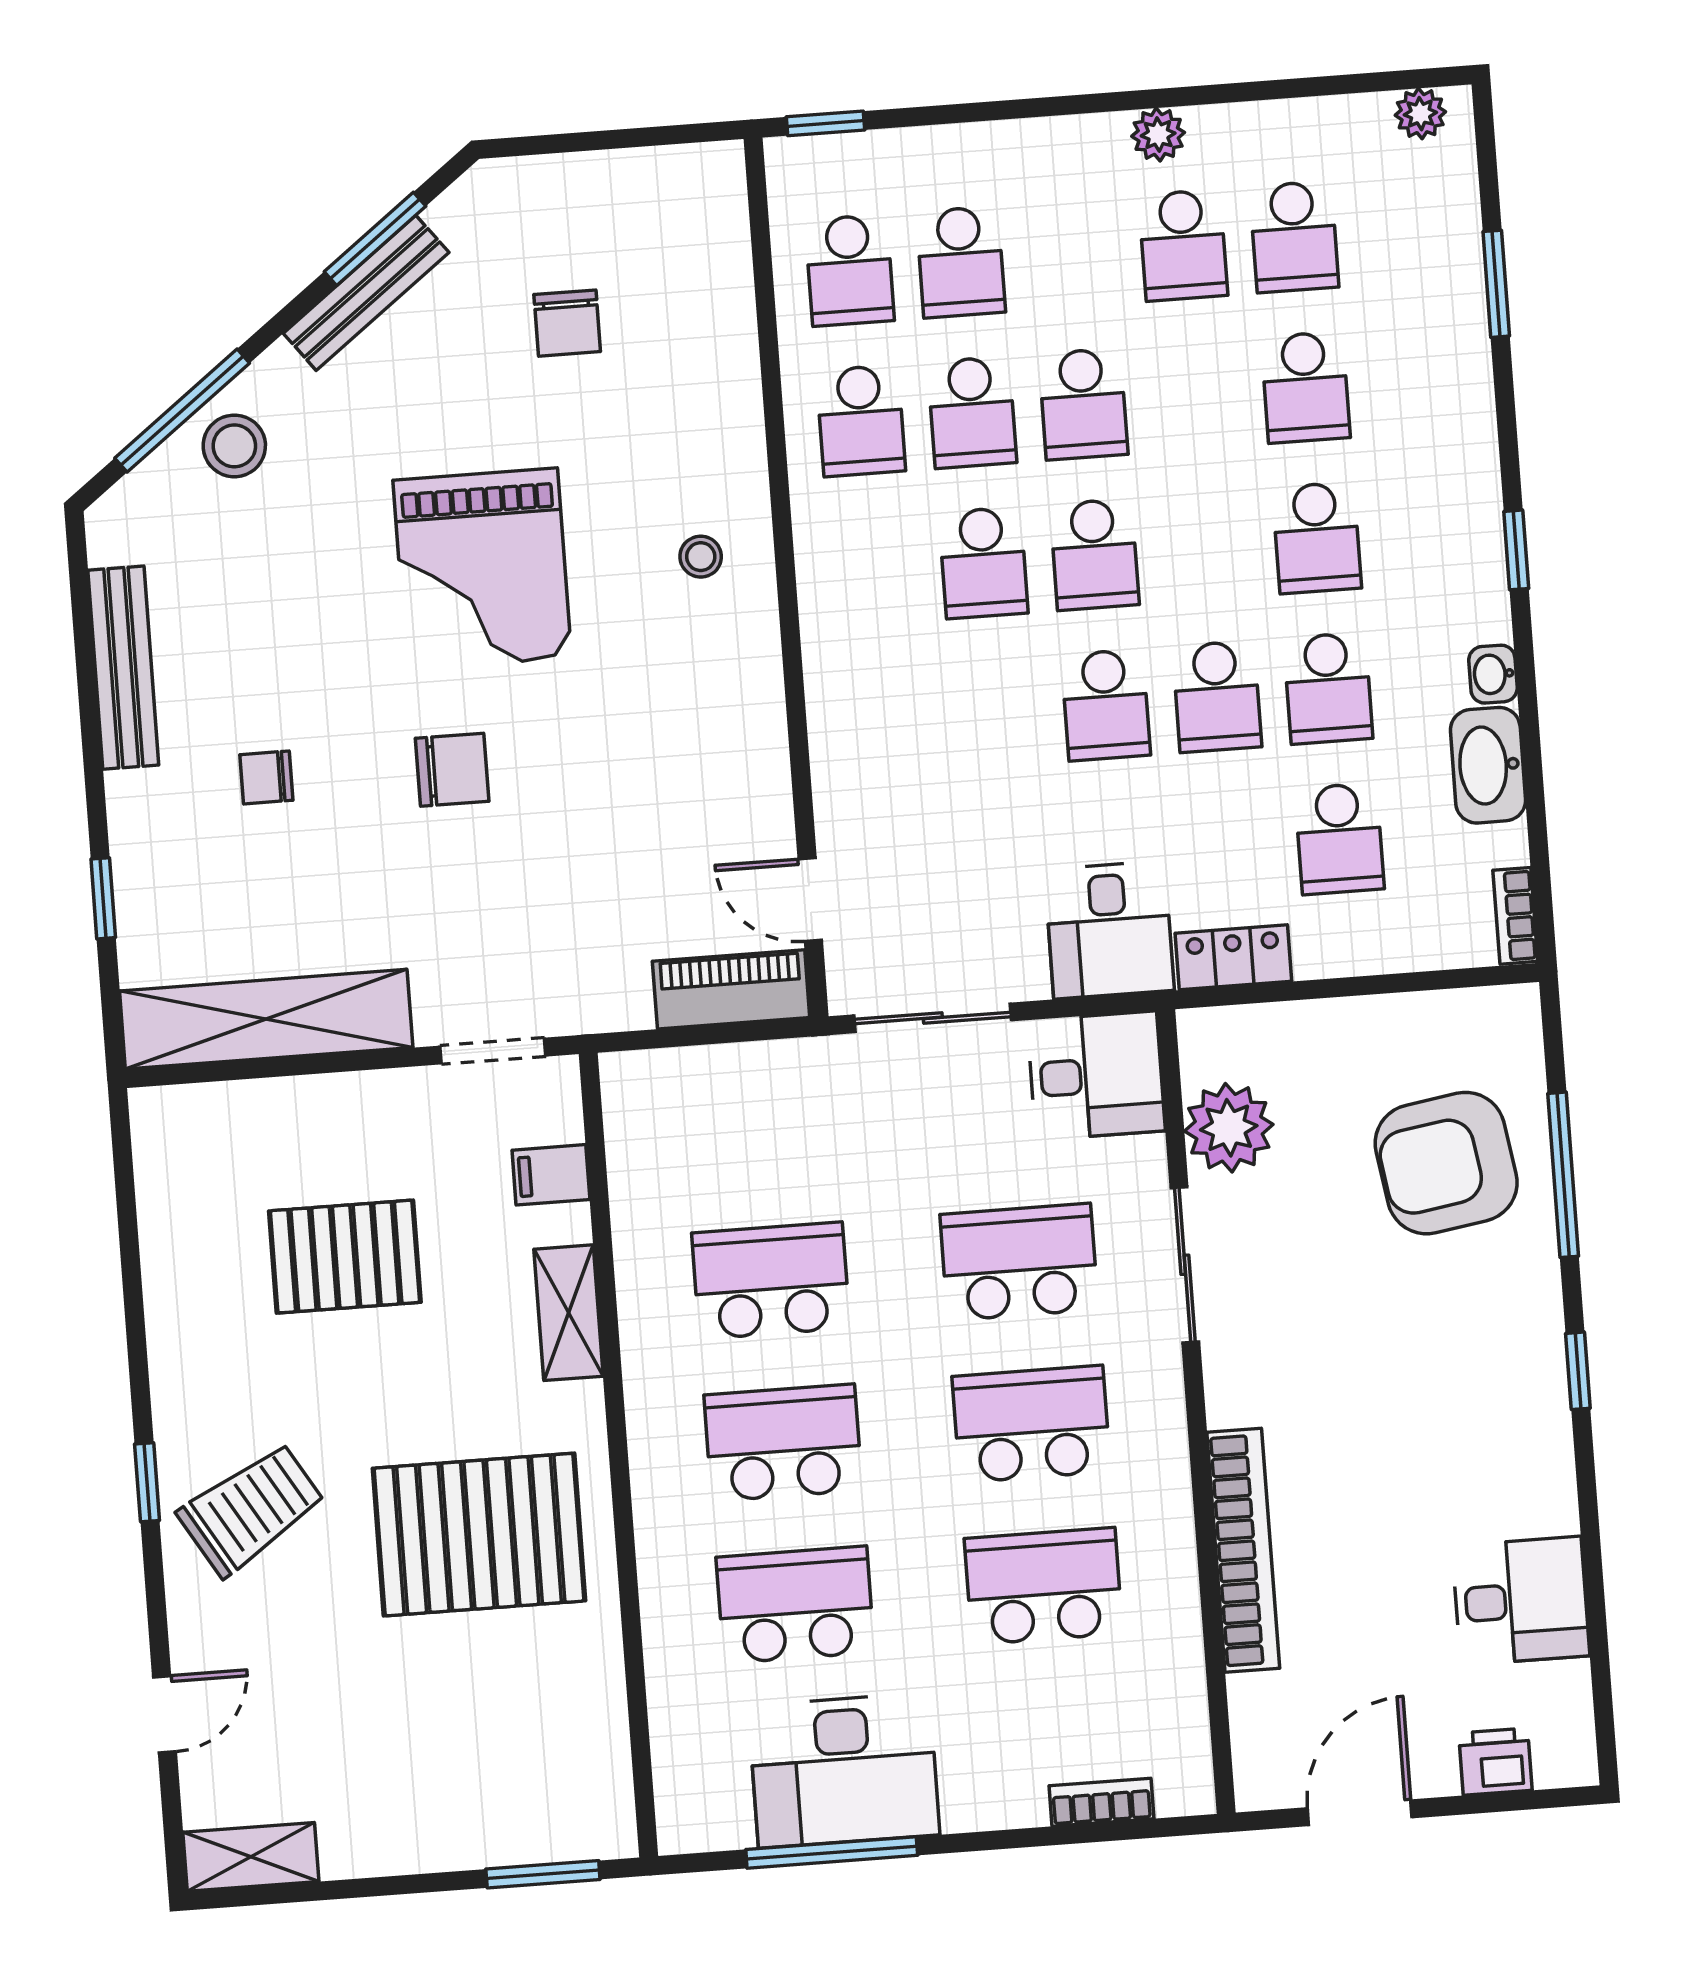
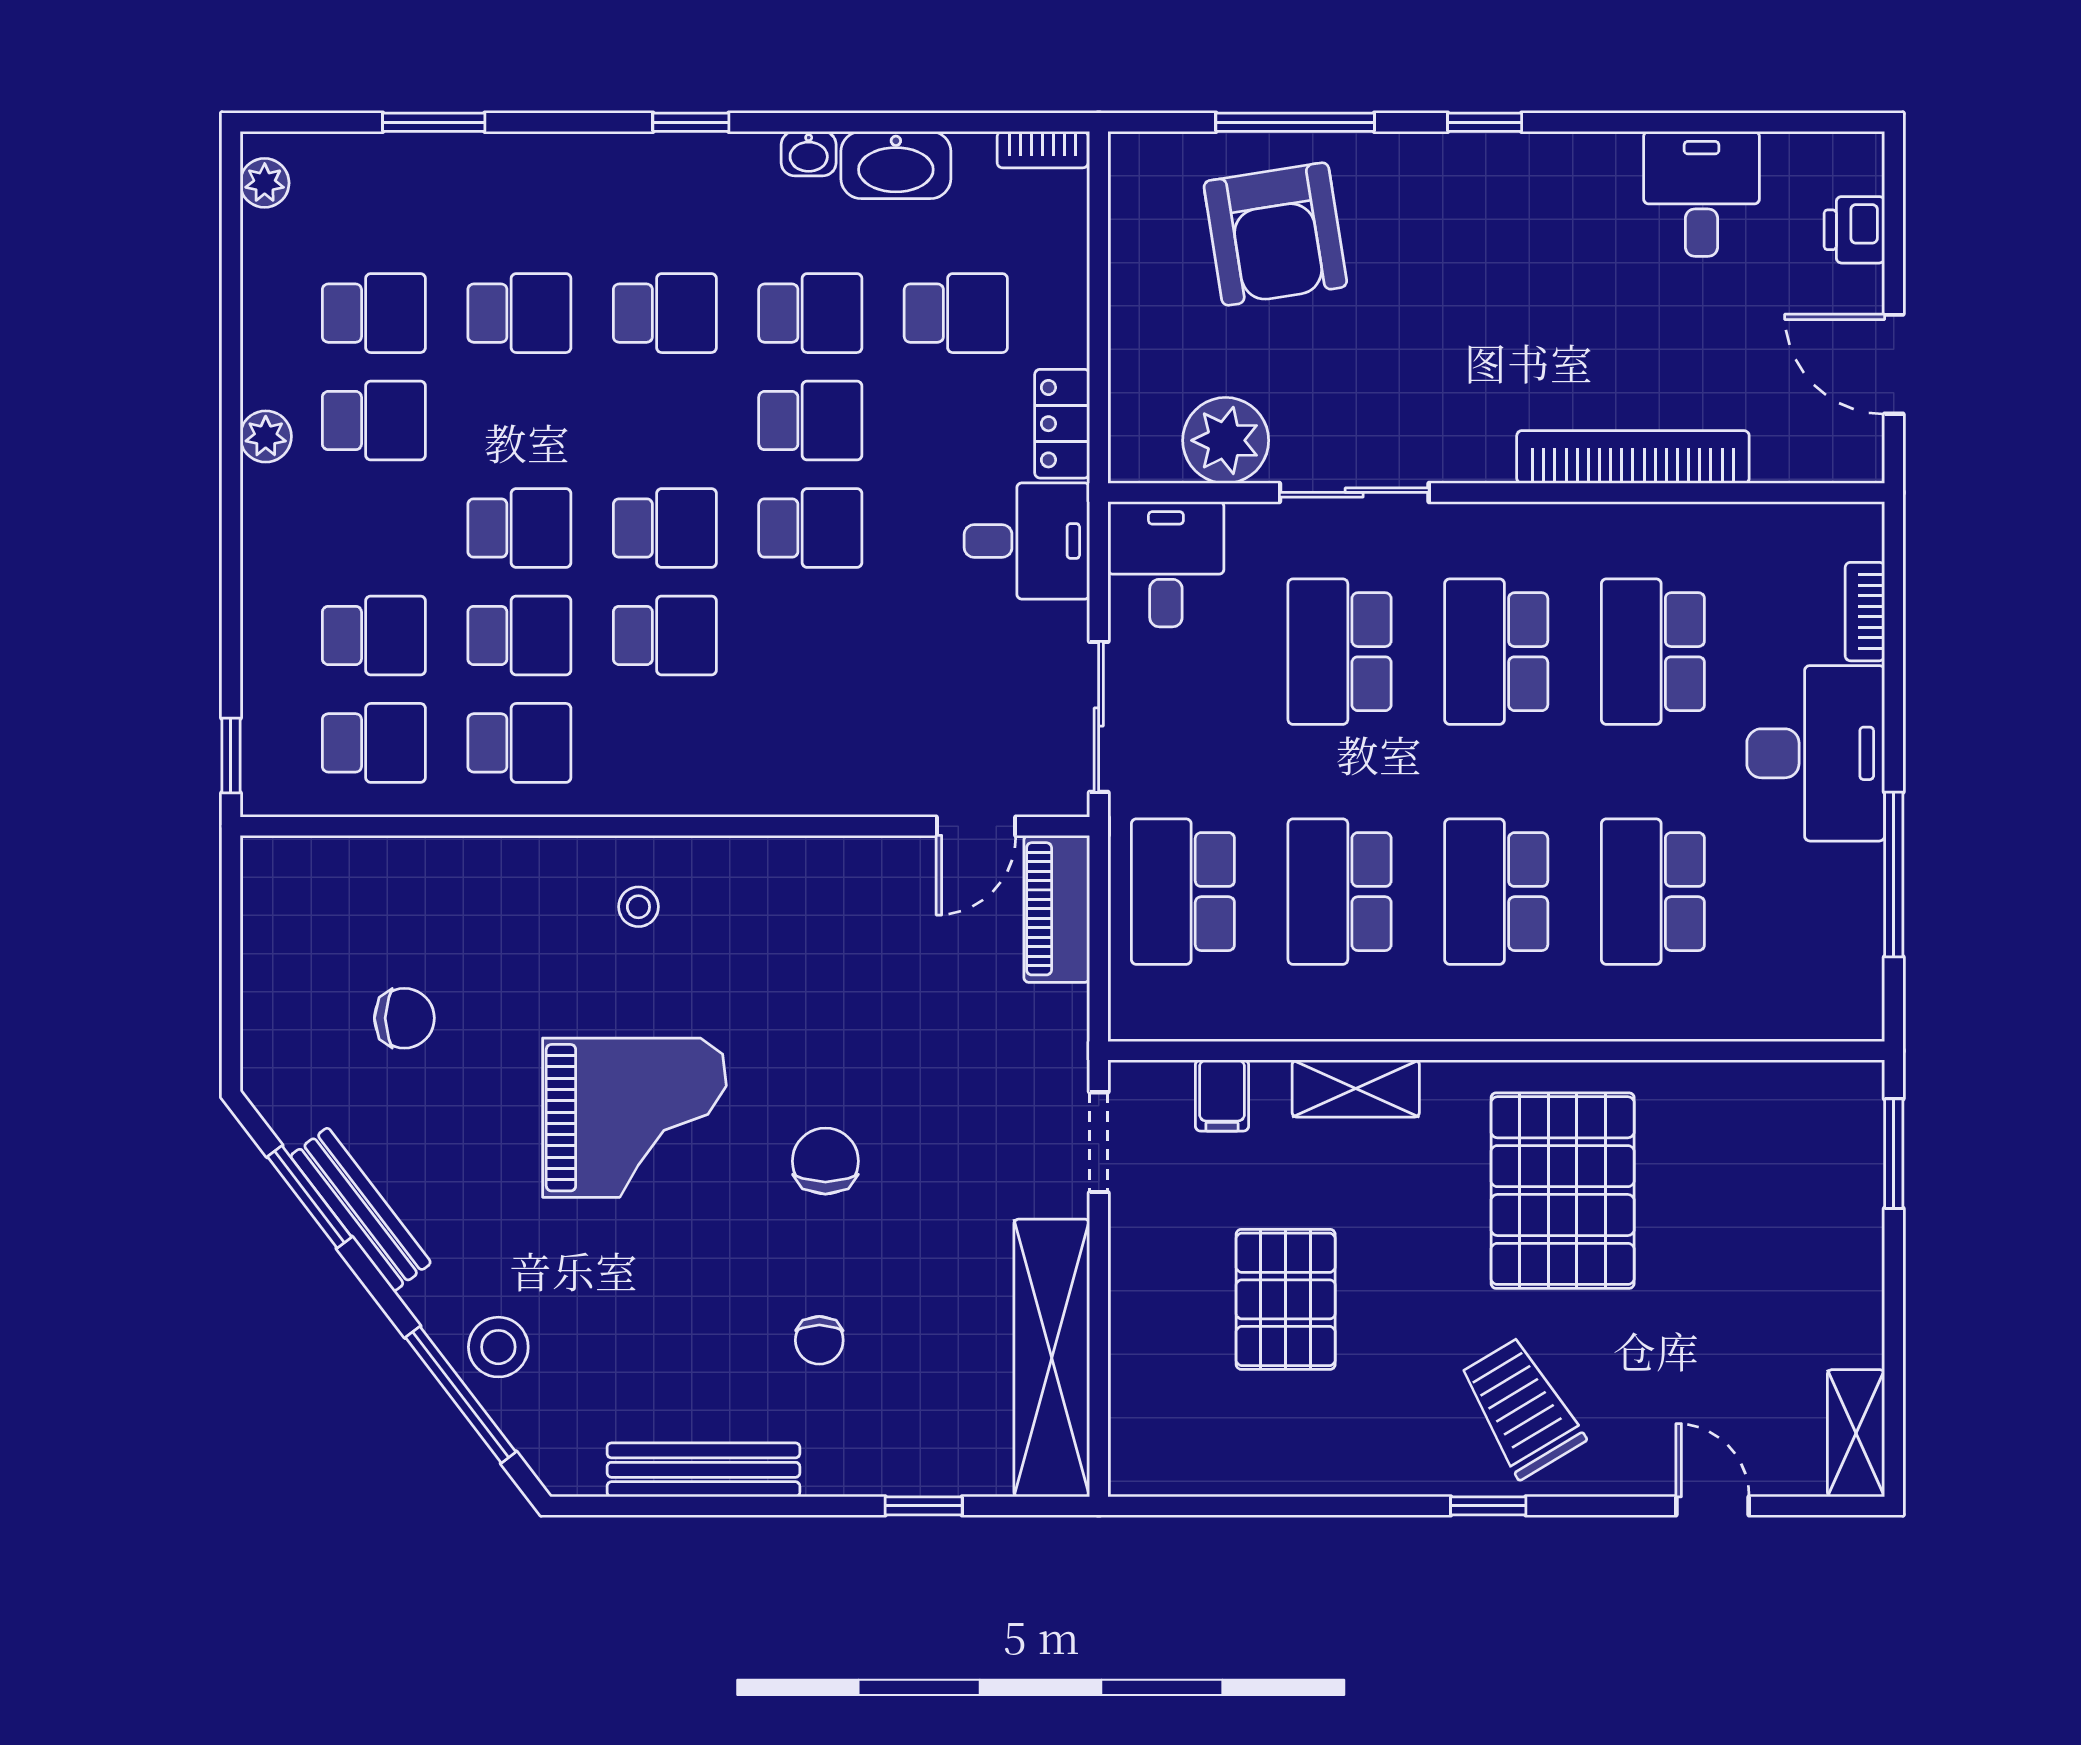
school desk: (759, 1119) -> (1183, 892), added
desk: (844, 1770) -> (1816, 753), moved

